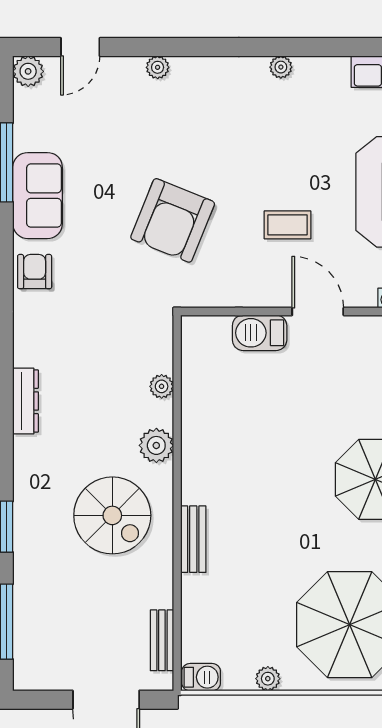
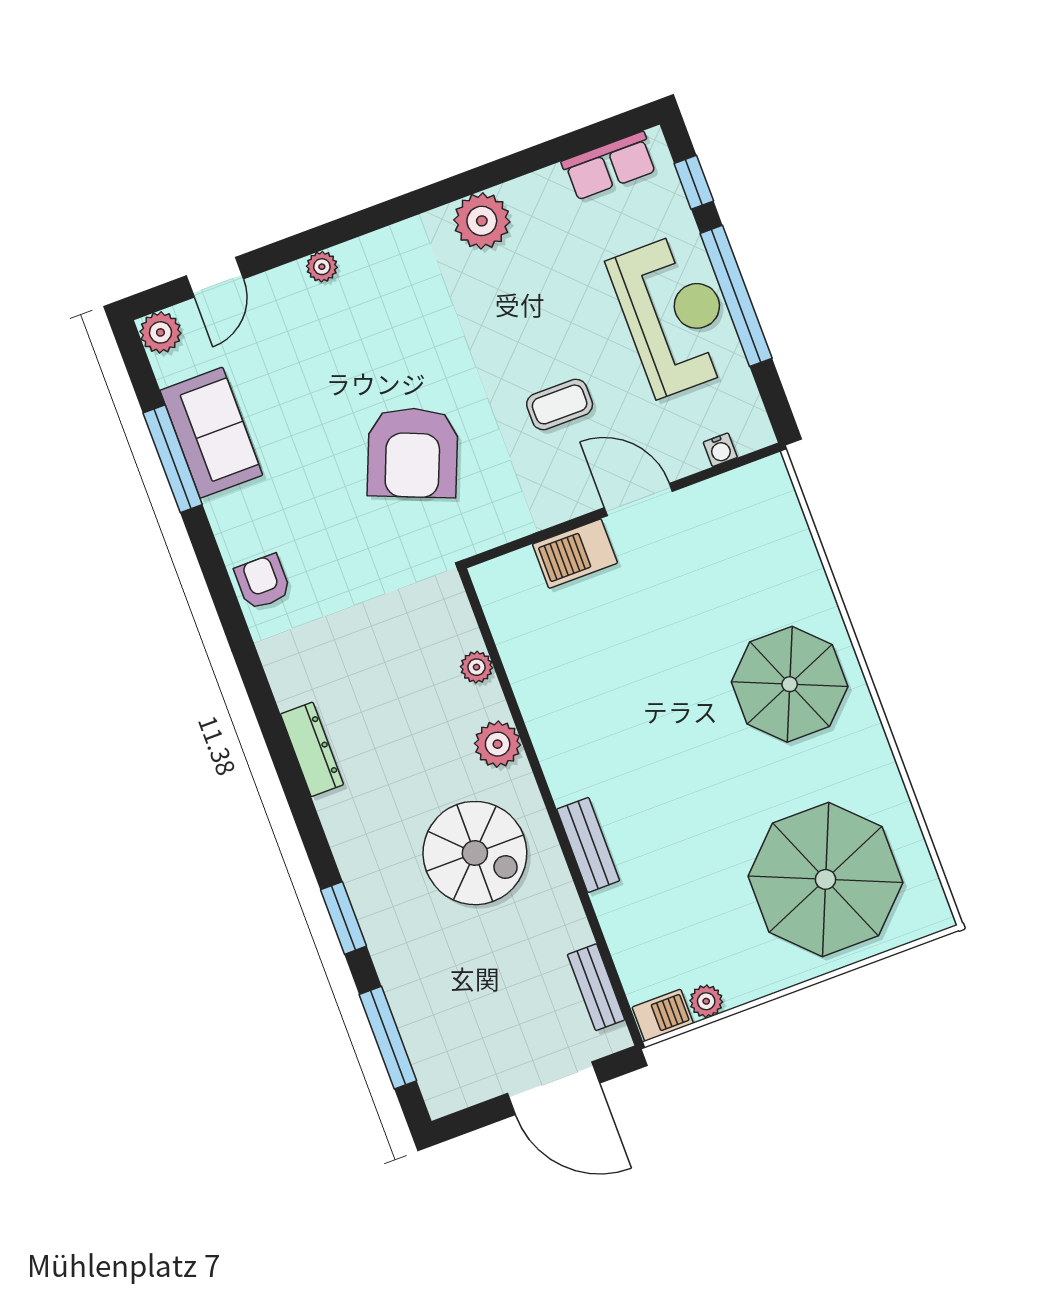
plant: (281, 67) -> (482, 221), width x1.88, depth x1.88
sofa: (38, 196) -> (211, 433), moved
plant: (268, 679) -> (706, 1001), moved

